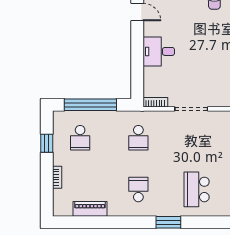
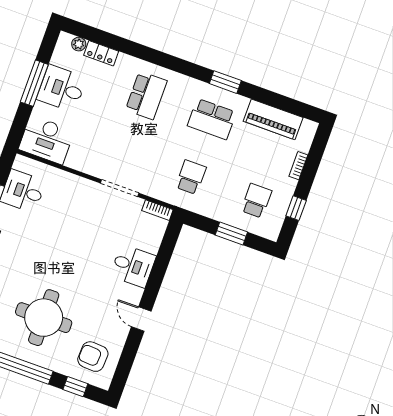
window: (90, 105) -> (231, 234), width x0.47
school desk: (138, 189) -> (212, 119), width x1.85
piano: (90, 209) -> (273, 119), width x1.37, depth x1.33
window: (168, 222) -> (225, 82), moved

